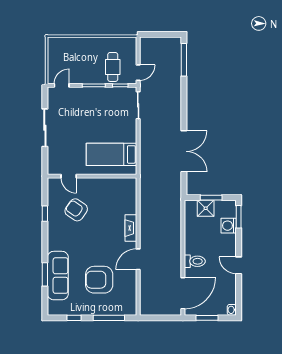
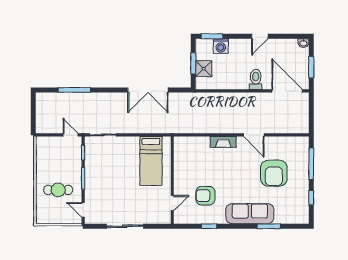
window: (184, 60) -> (74, 90), moved
cafe table: (113, 67) -> (58, 190), moved
double door: (184, 151) -> (148, 90), swing flipped
armchair: (76, 210) -> (205, 196), turned 55
sofa: (58, 276) -> (250, 214), moved

